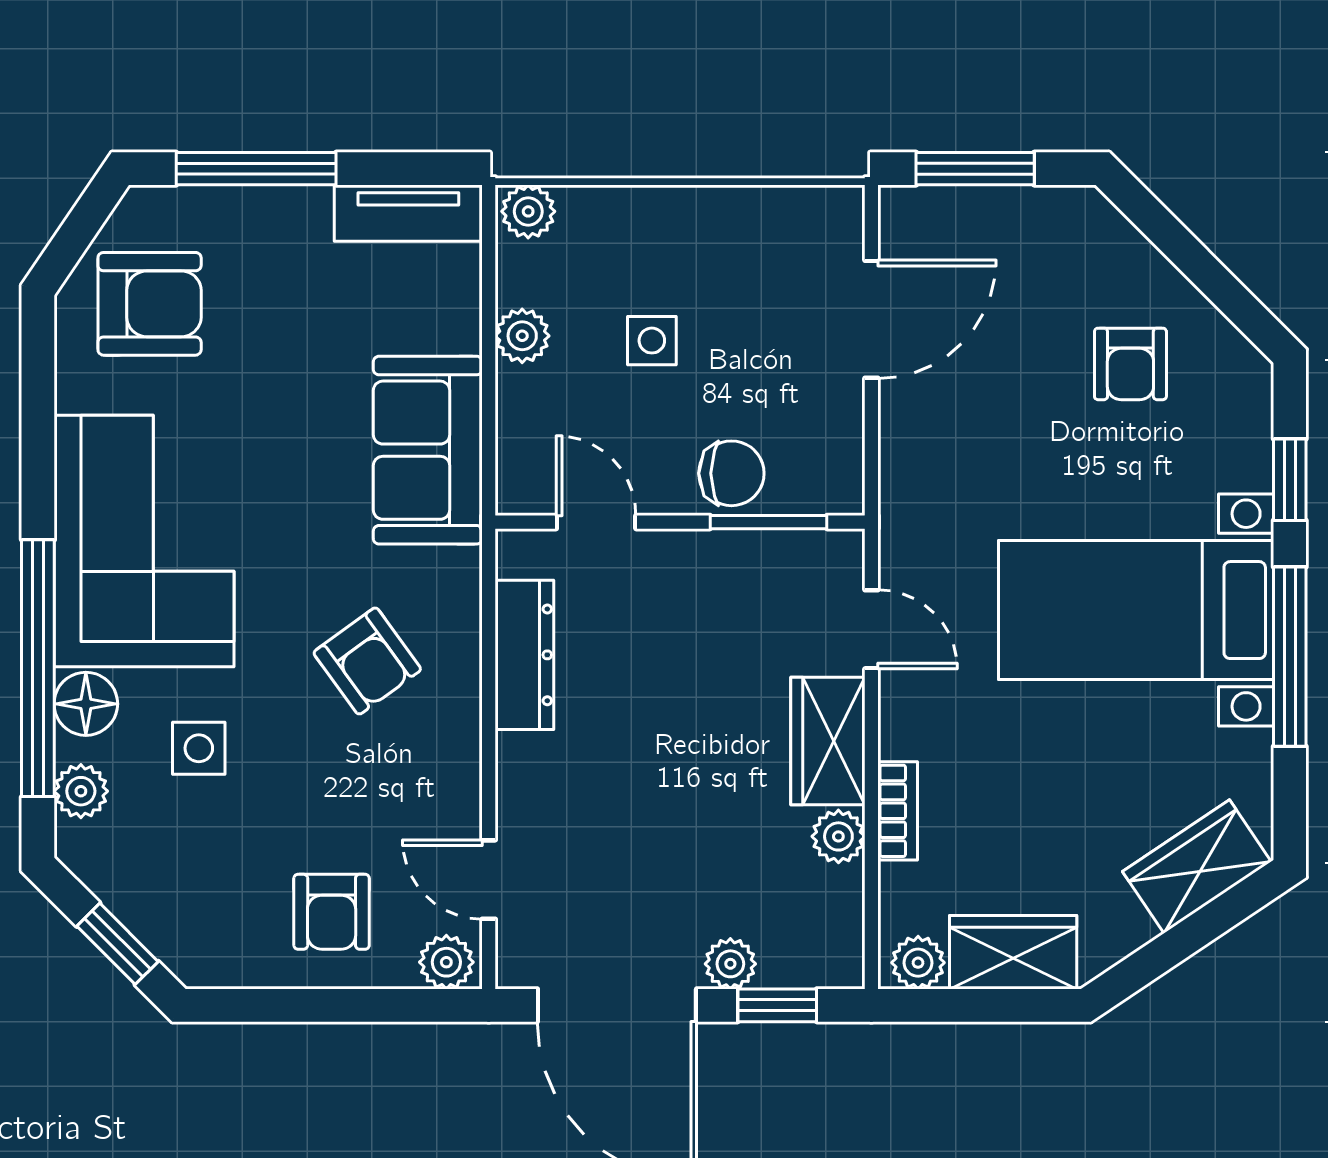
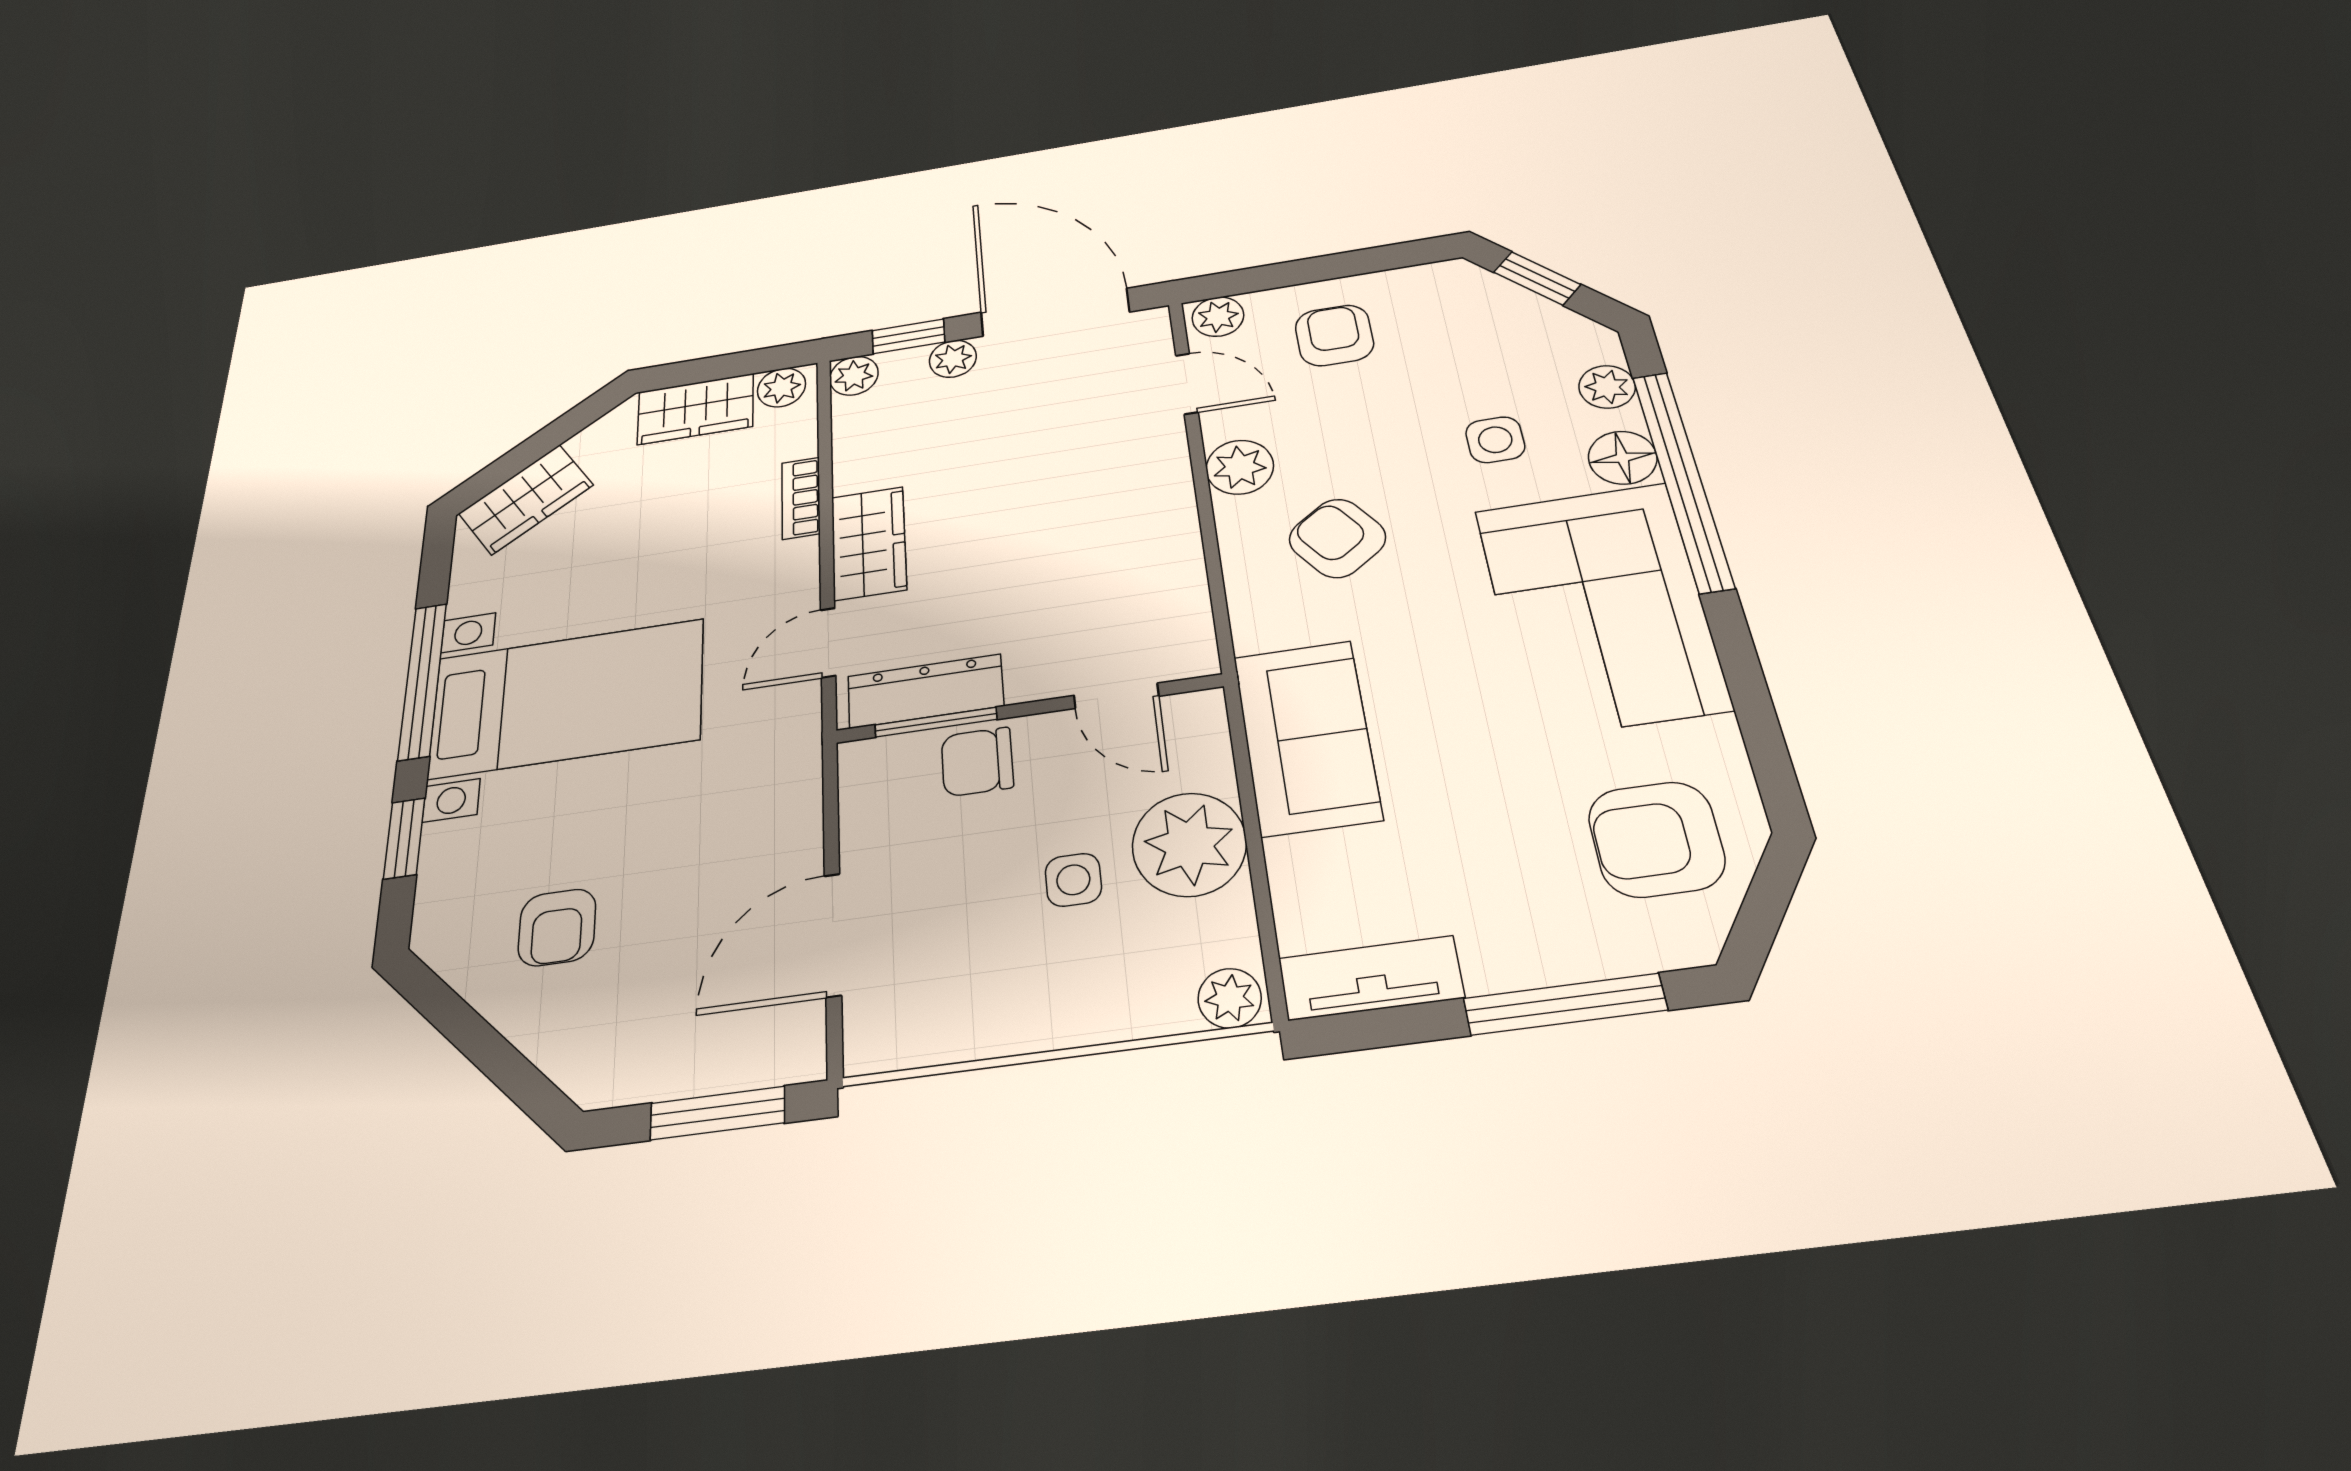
plant: (522, 336) -> (1189, 844), width x1.88, depth x1.88
armchair: (1130, 364) -> (557, 927), turned 180
door: (871, 629) -> (828, 643), hinge flipped
dresser: (524, 655) -> (925, 691), moved, turned 90
plant: (449, 763) -> (1240, 467), added
plant: (838, 836) -> (854, 376), moved

